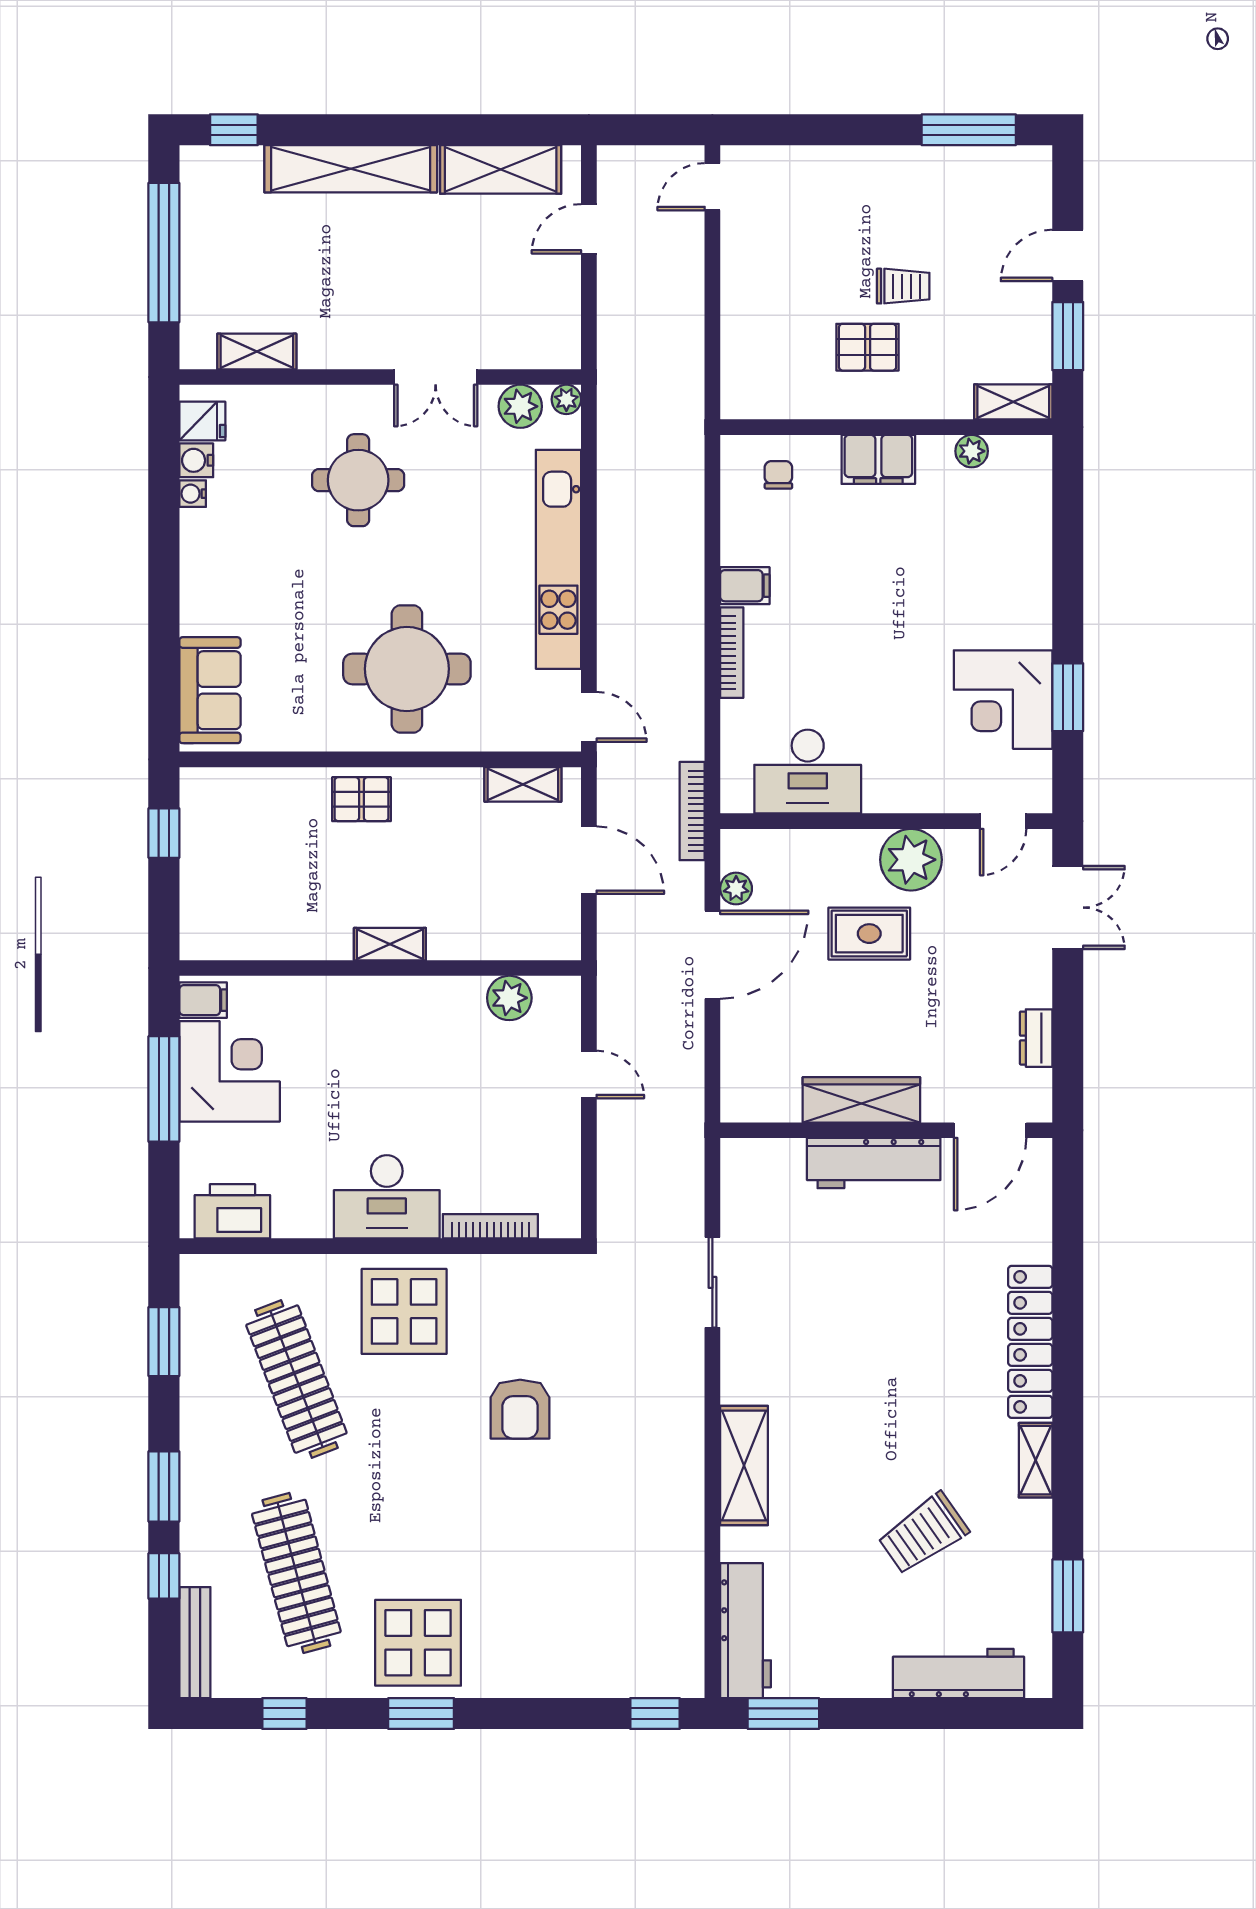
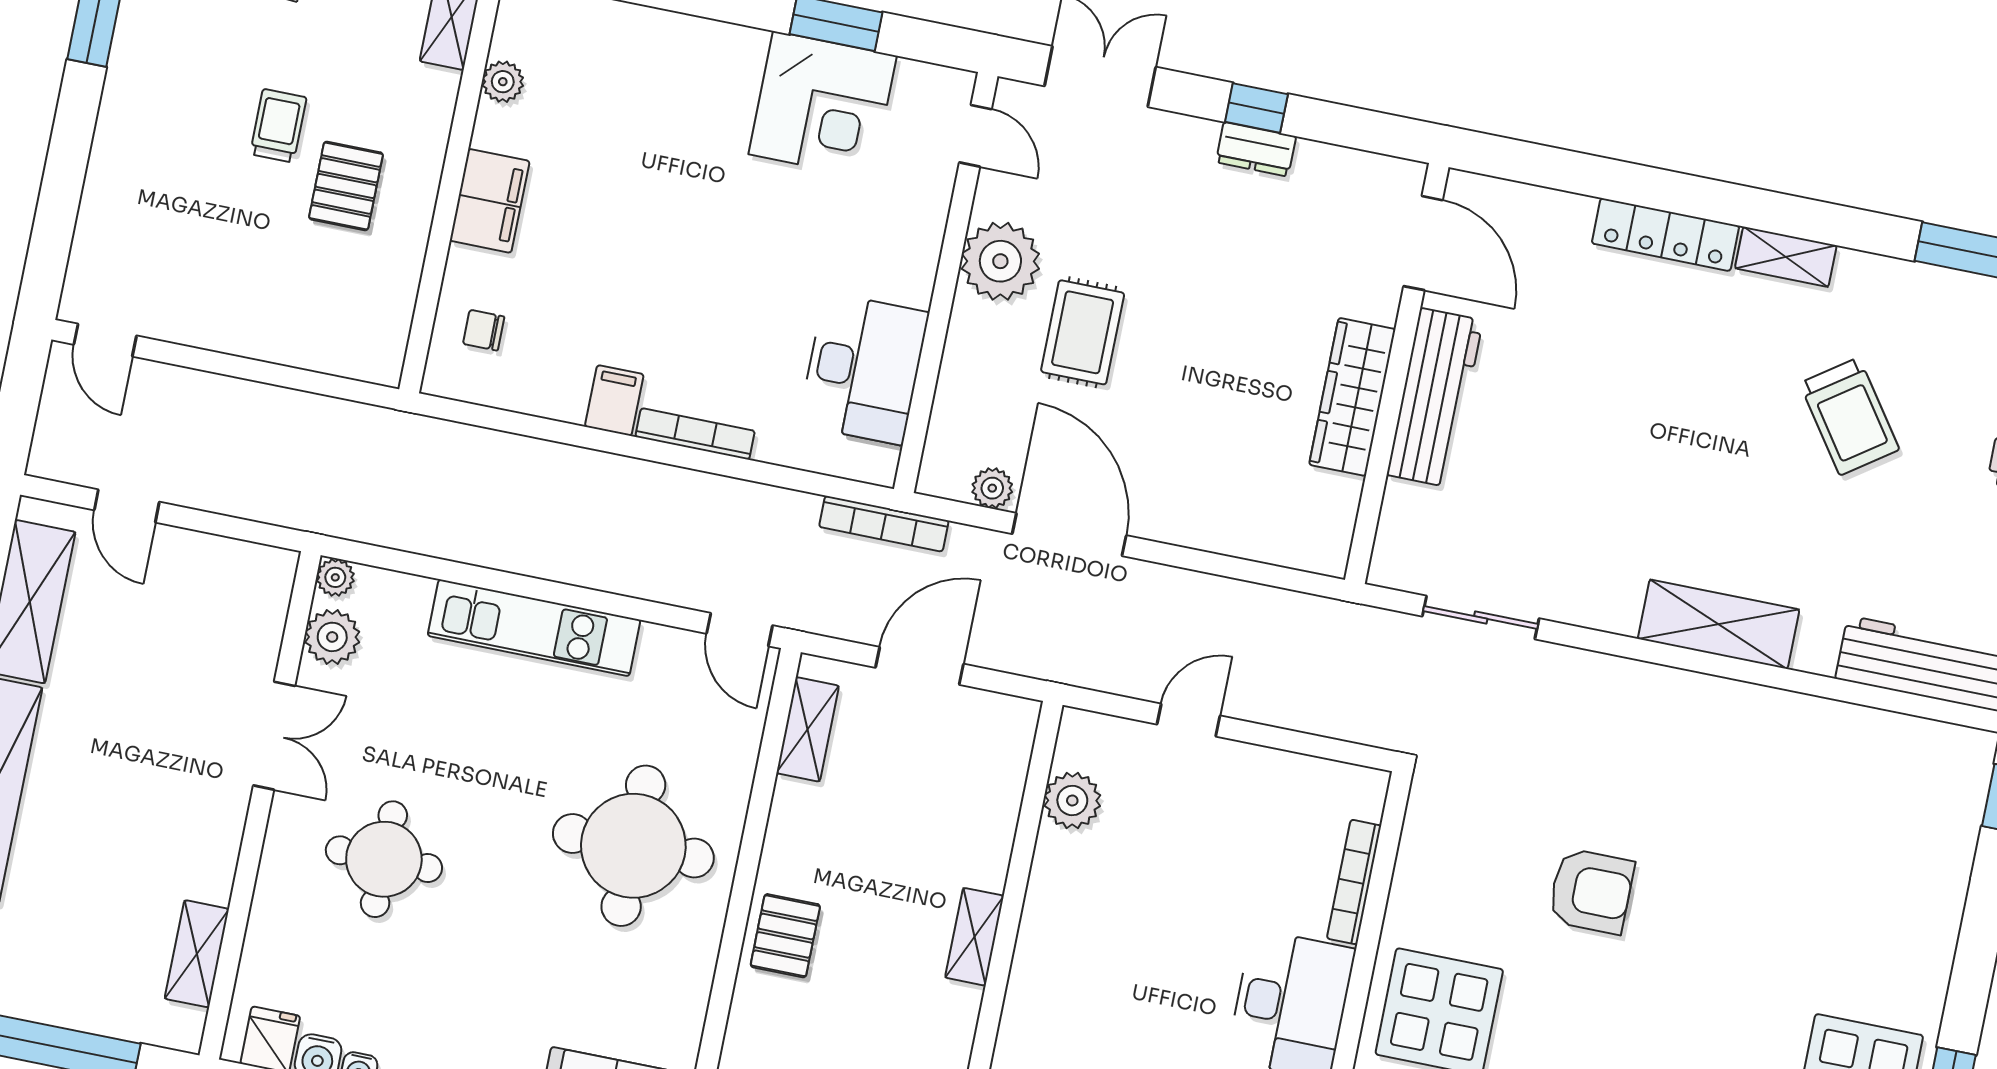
kitchen unit: (558, 559) -> (534, 628), width x0.73
door: (589, 717) -> (740, 630), swing flipped
window: (1068, 1032) -> (1256, 108), added
wardrobe: (861, 1100) -> (1352, 397), moved
wall: (886, 1130) -> (1397, 373), moved
door: (990, 1130) -> (1423, 243), moved
workbench: (874, 1163) -> (1435, 398), moved
locker: (1030, 1342) -> (1665, 235), width x0.71, depth x0.83

